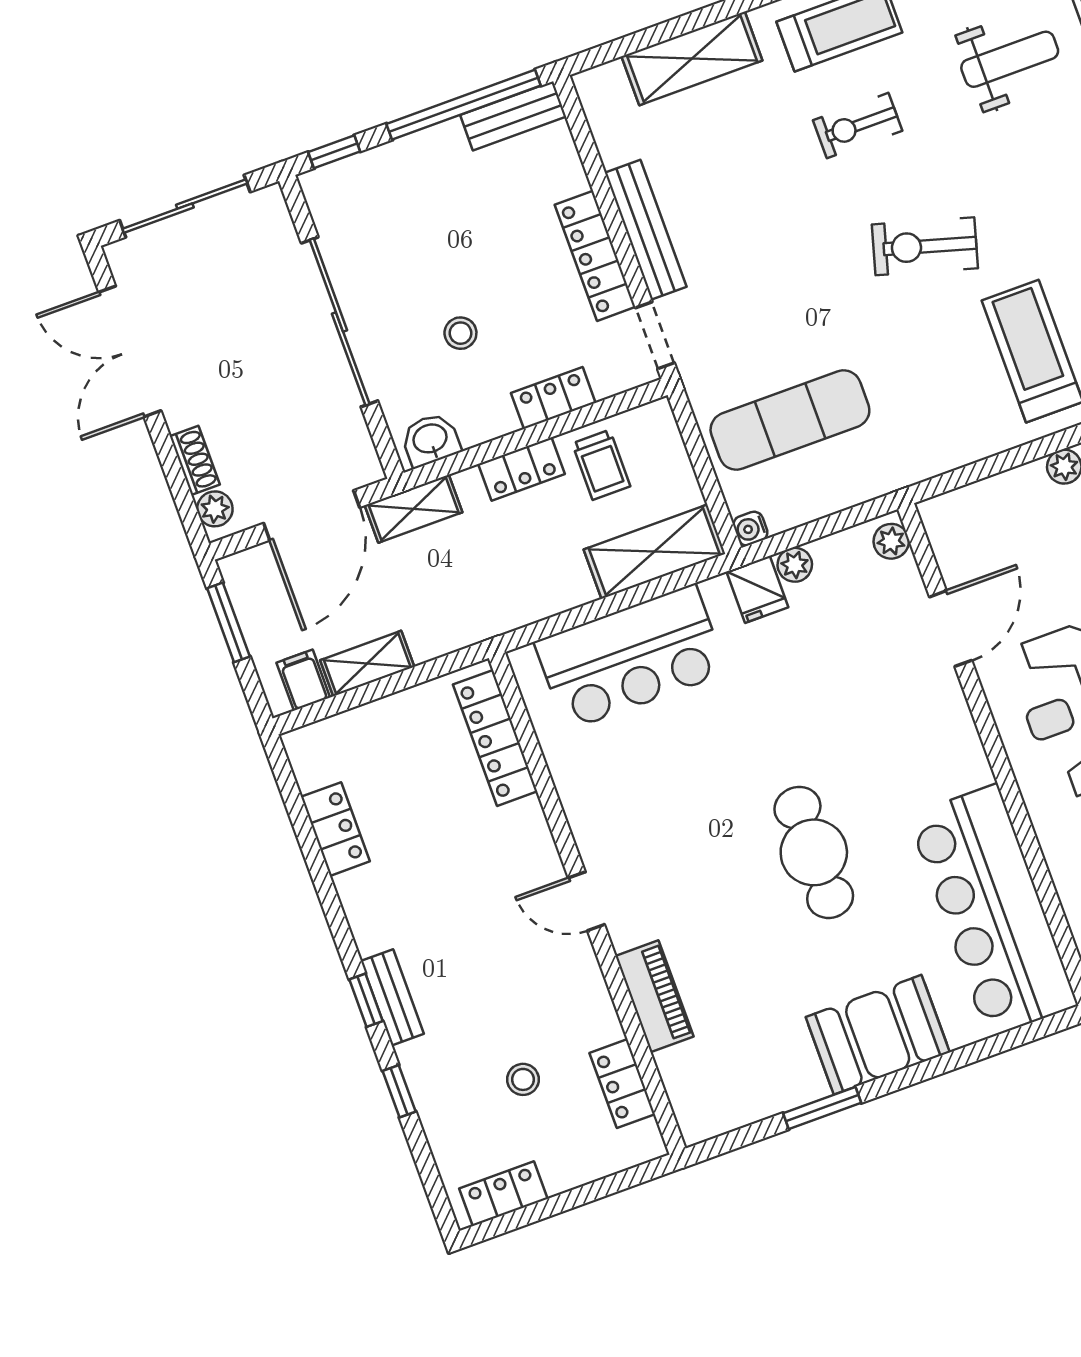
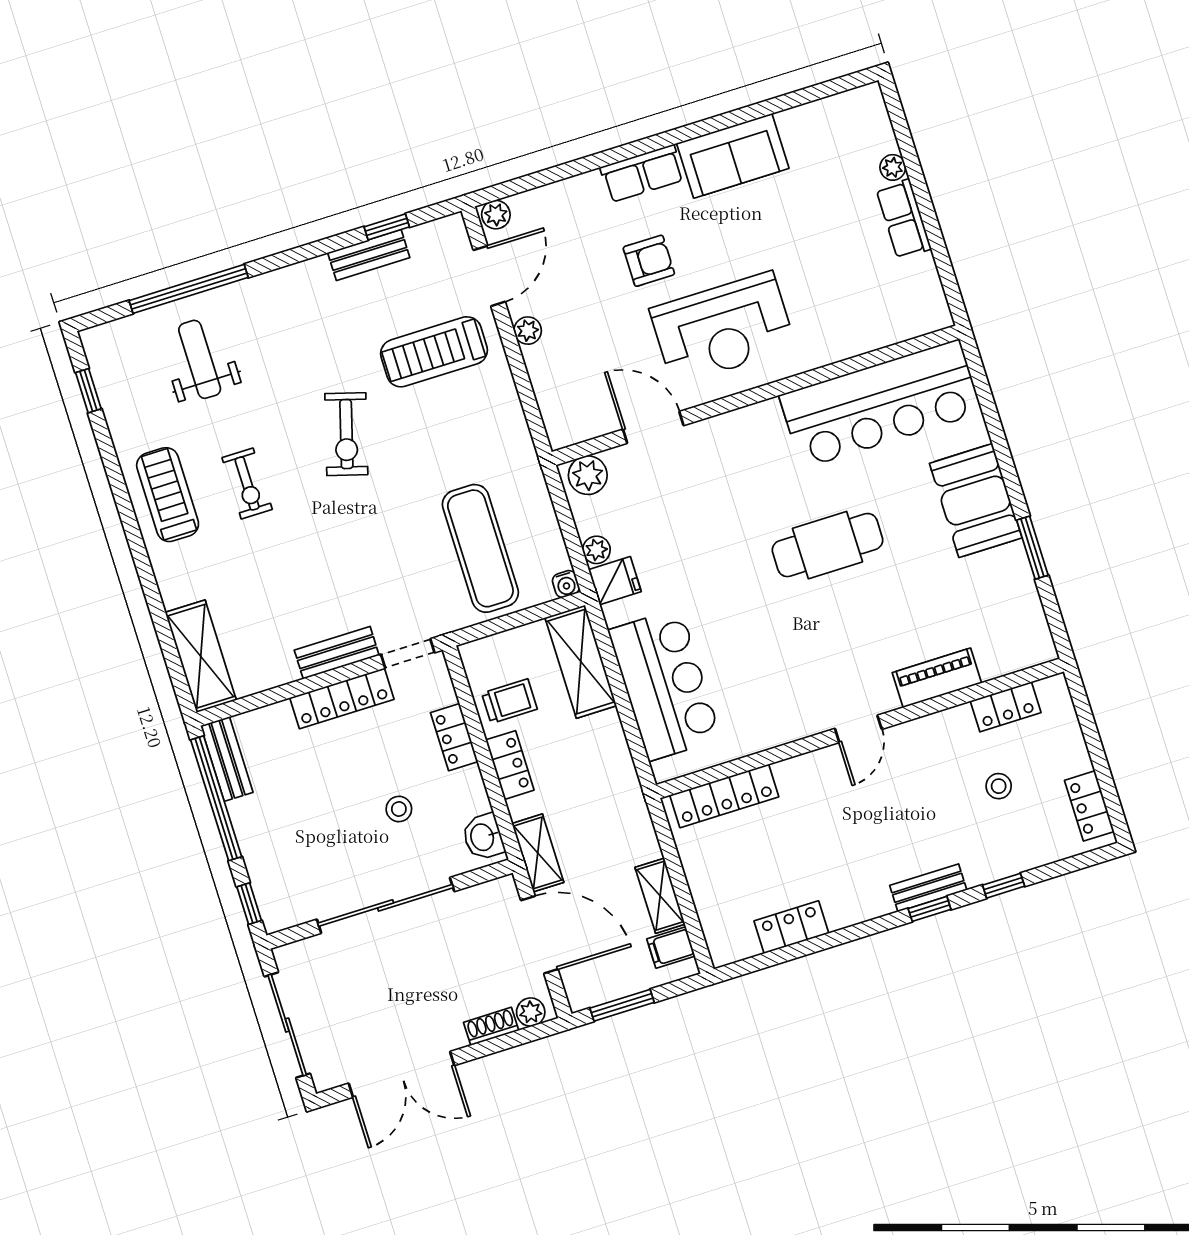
shelving: (692, 58) -> (201, 656), moved
bench: (646, 230) -> (337, 653), width x0.73
plant: (891, 541) -> (588, 475), width x1.38, depth x1.38

